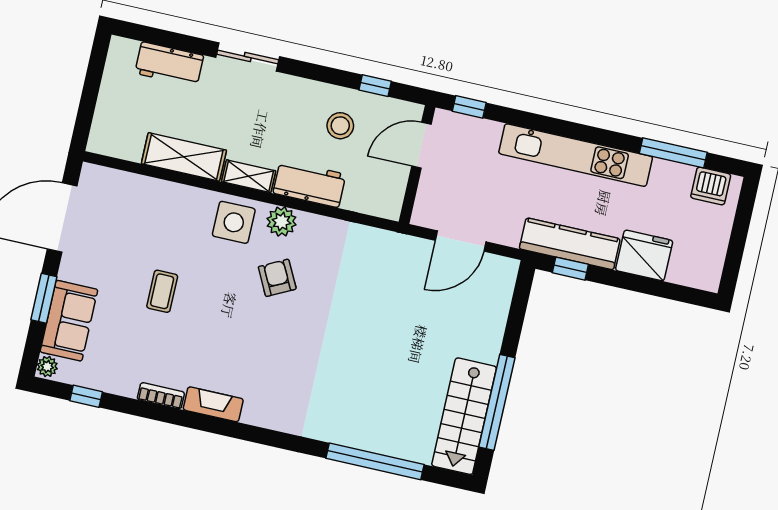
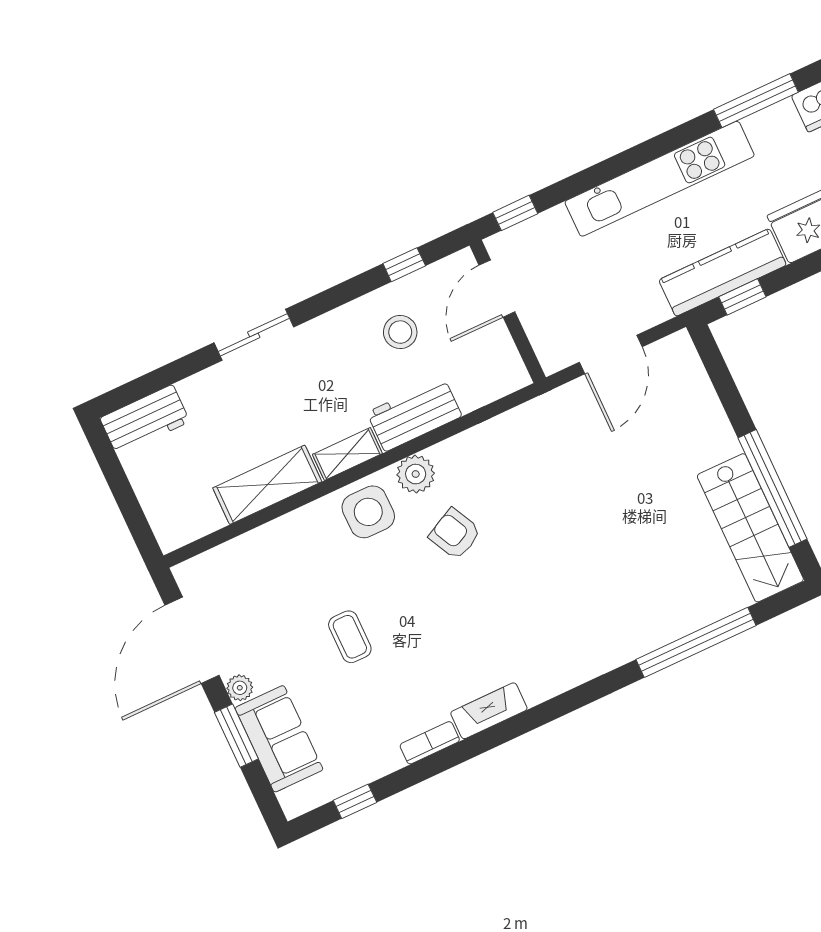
workbench: (169, 64) -> (145, 420), moved
plant: (47, 367) -> (240, 688), moved

